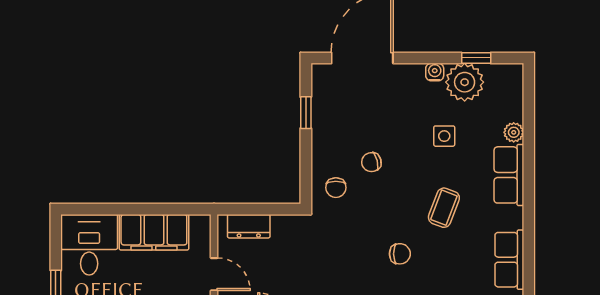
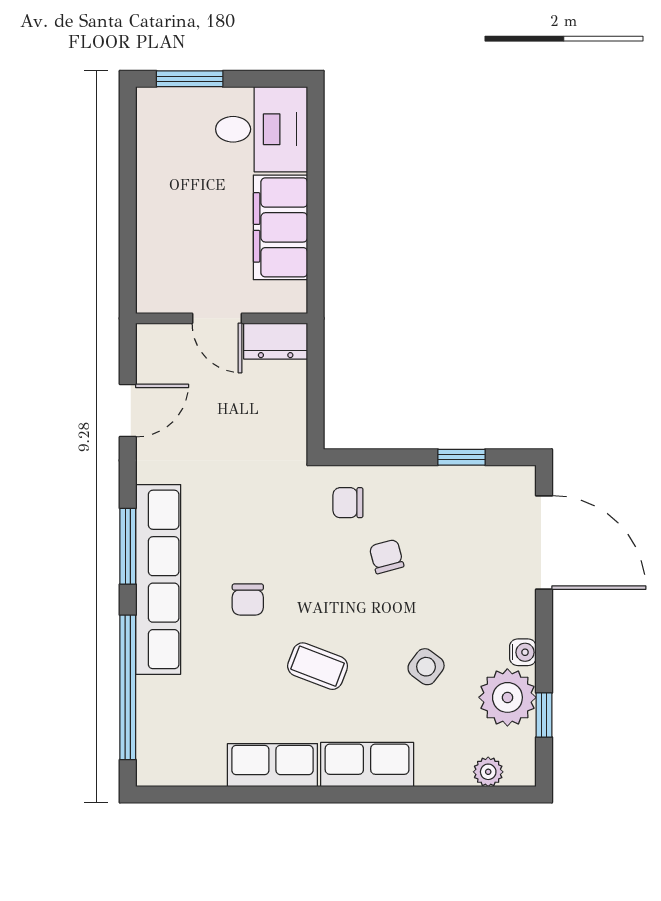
plant: (514, 132) -> (488, 772), moved
side table: (444, 136) -> (426, 667), turned 37
dresser: (249, 226) -> (276, 341), moved, turned -90
row of seats: (509, 260) -> (272, 765), moved
door: (214, 274) -> (217, 318), hinge flipped

